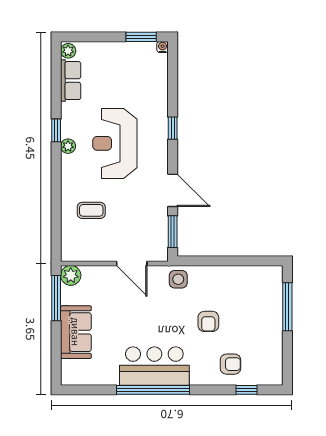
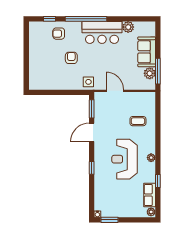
window: (56, 130) -> (158, 181), moved
reception desk: (115, 143) -> (124, 159), turned 180
door: (173, 190) -> (92, 132), hinge flipped
plant: (71, 275) -> (150, 73), moved
window: (287, 307) -> (26, 66), removed
plant: (108, 376) -> (128, 27), added
window: (153, 390) -> (86, 19), moved

